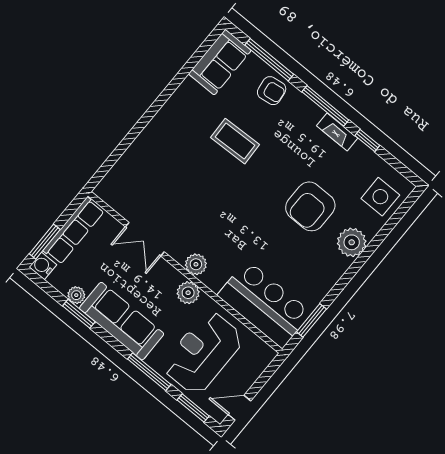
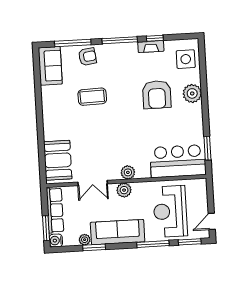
fireplace: (337, 132) -> (151, 47), moved
booth: (129, 177) -> (58, 160), added
plant: (188, 293) -> (124, 190), moved

